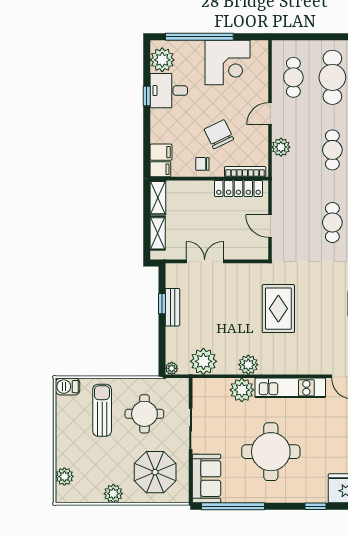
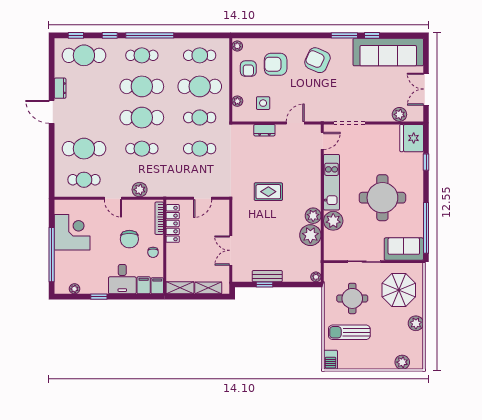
plant: (162, 60) -> (74, 289), width x0.53, depth x0.53
desk: (169, 91) -> (122, 279), moved
chair: (219, 134) -> (129, 239), turned -64
rug: (278, 309) -> (268, 192), width x0.73, depth x0.70
plant: (203, 361) -> (310, 235), moved

